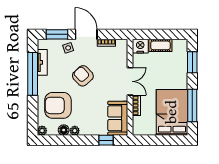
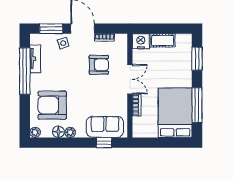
armchair: (83, 76) -> (99, 65), moved, turned 133
sofa: (118, 118) -> (105, 127), moved, turned 90

